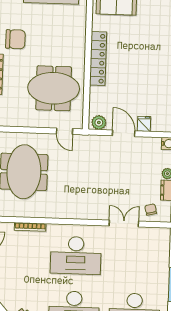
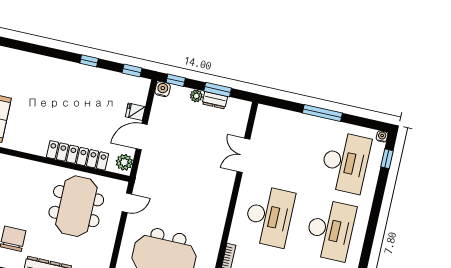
locker: (98, 59) -> (78, 155), moved
chair: (151, 210) -> (233, 122), removed

